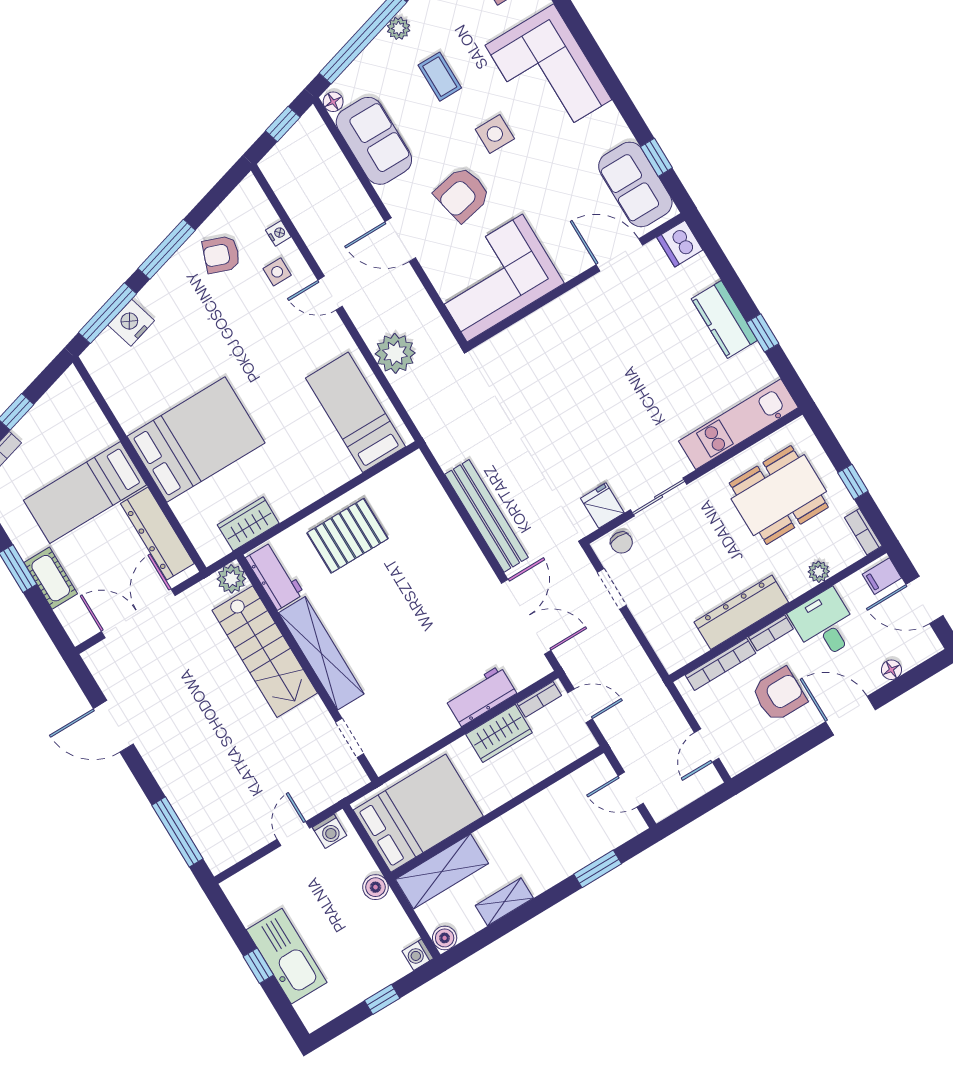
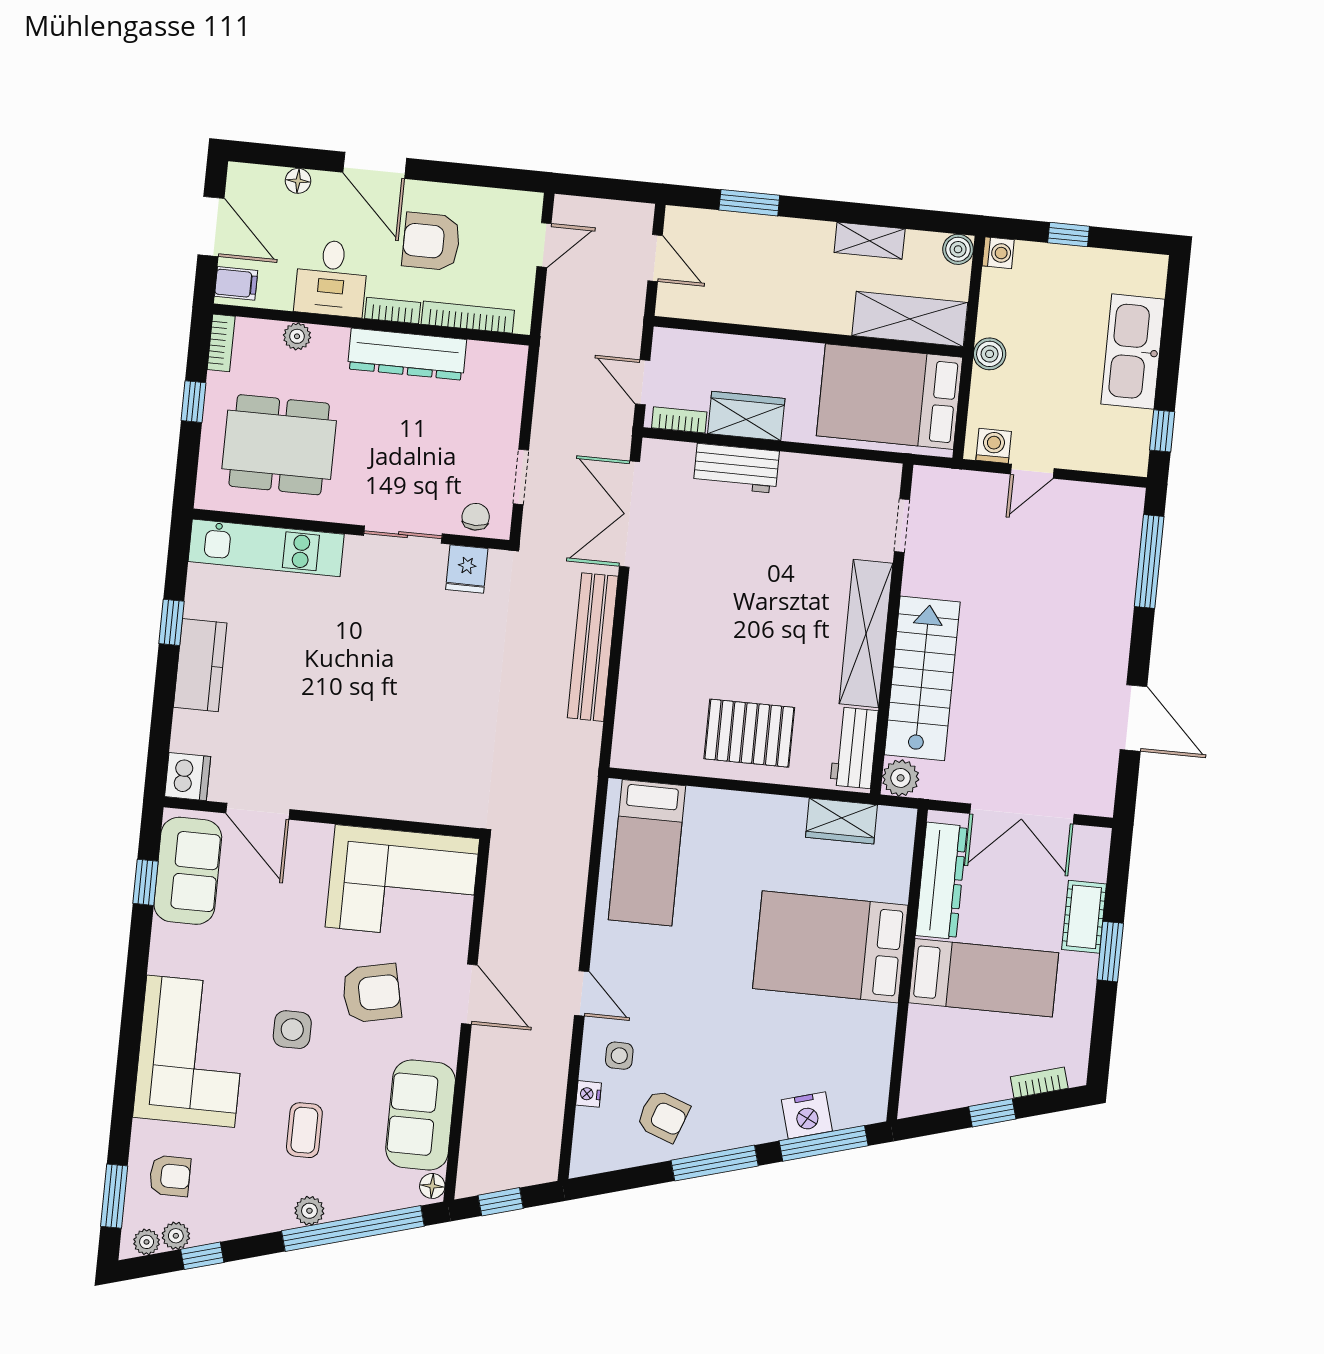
plant: (395, 353) -> (561, 882), removed
window: (258, 966) -> (1162, 431), moved

